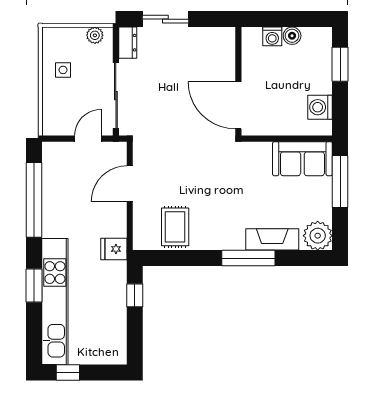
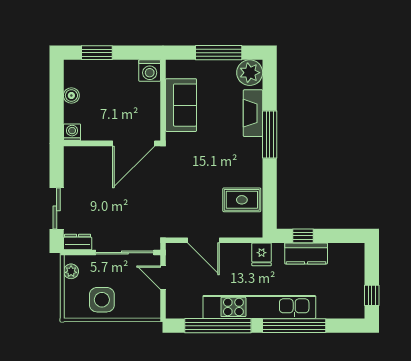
washing machine: (272, 36) -> (72, 132), moved, turned -90
side table: (63, 70) -> (102, 300), width x1.87, depth x1.87
washing machine: (320, 107) -> (150, 71), moved
sofa: (302, 159) -> (181, 105), moved
window: (340, 182) -> (219, 53), moved
window: (34, 286) -> (294, 326), width x2.11
kitchen counter: (115, 299) -> (306, 253), added
kitchen unit: (55, 302) -> (259, 307), moved

